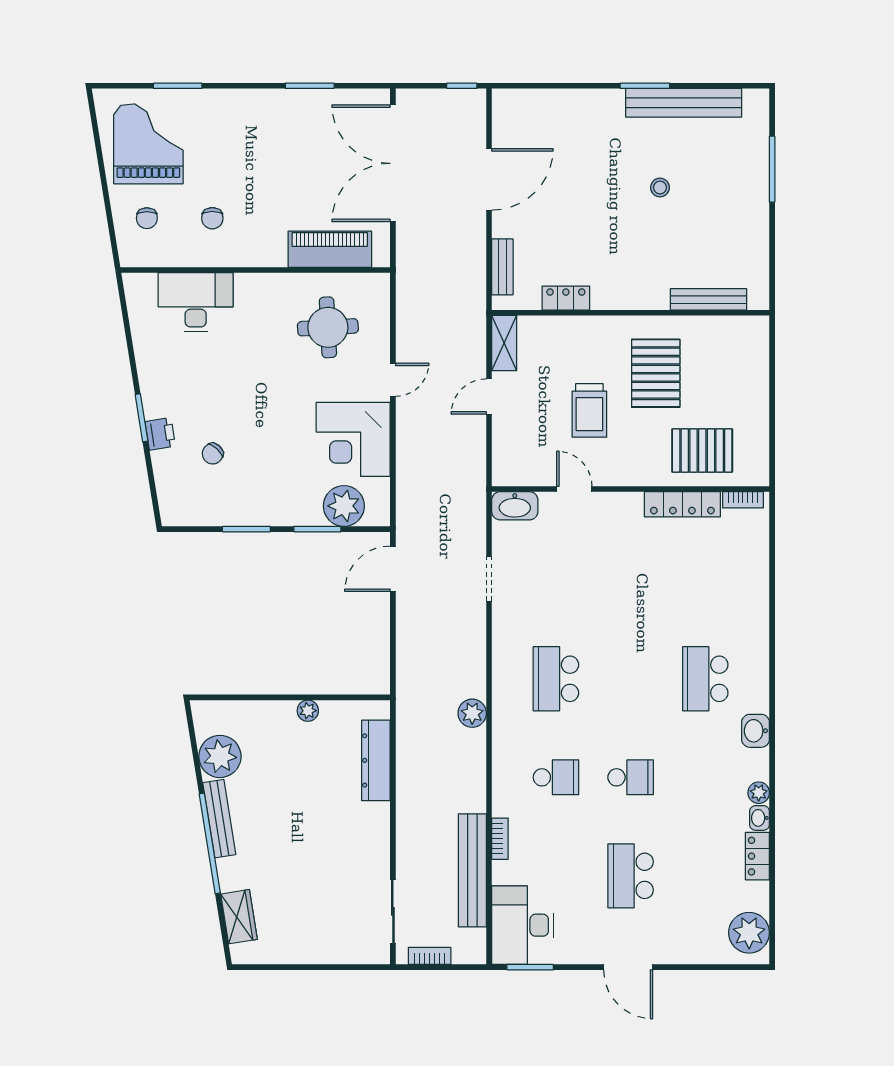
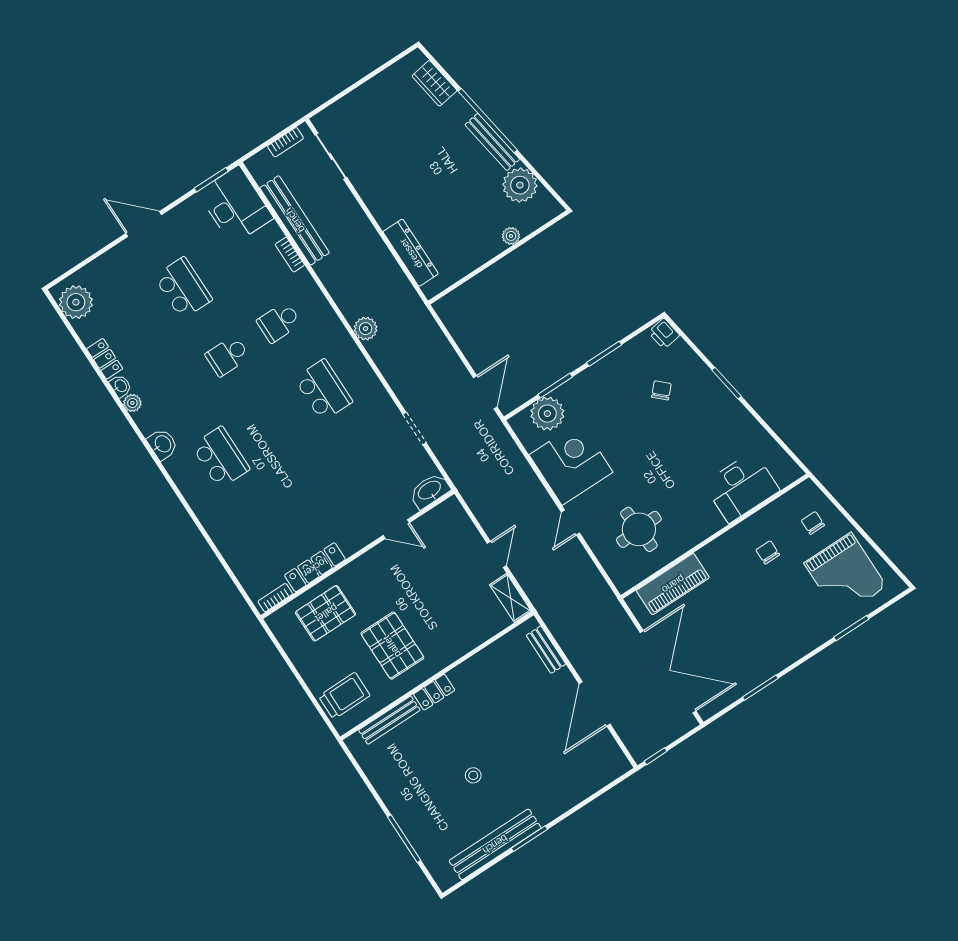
locker: (566, 298) -> (434, 692), moved
trolley: (589, 410) -> (344, 696), moved, turned 90
printer: (160, 434) -> (664, 334), moved
plant: (308, 711) -> (511, 236), moved

